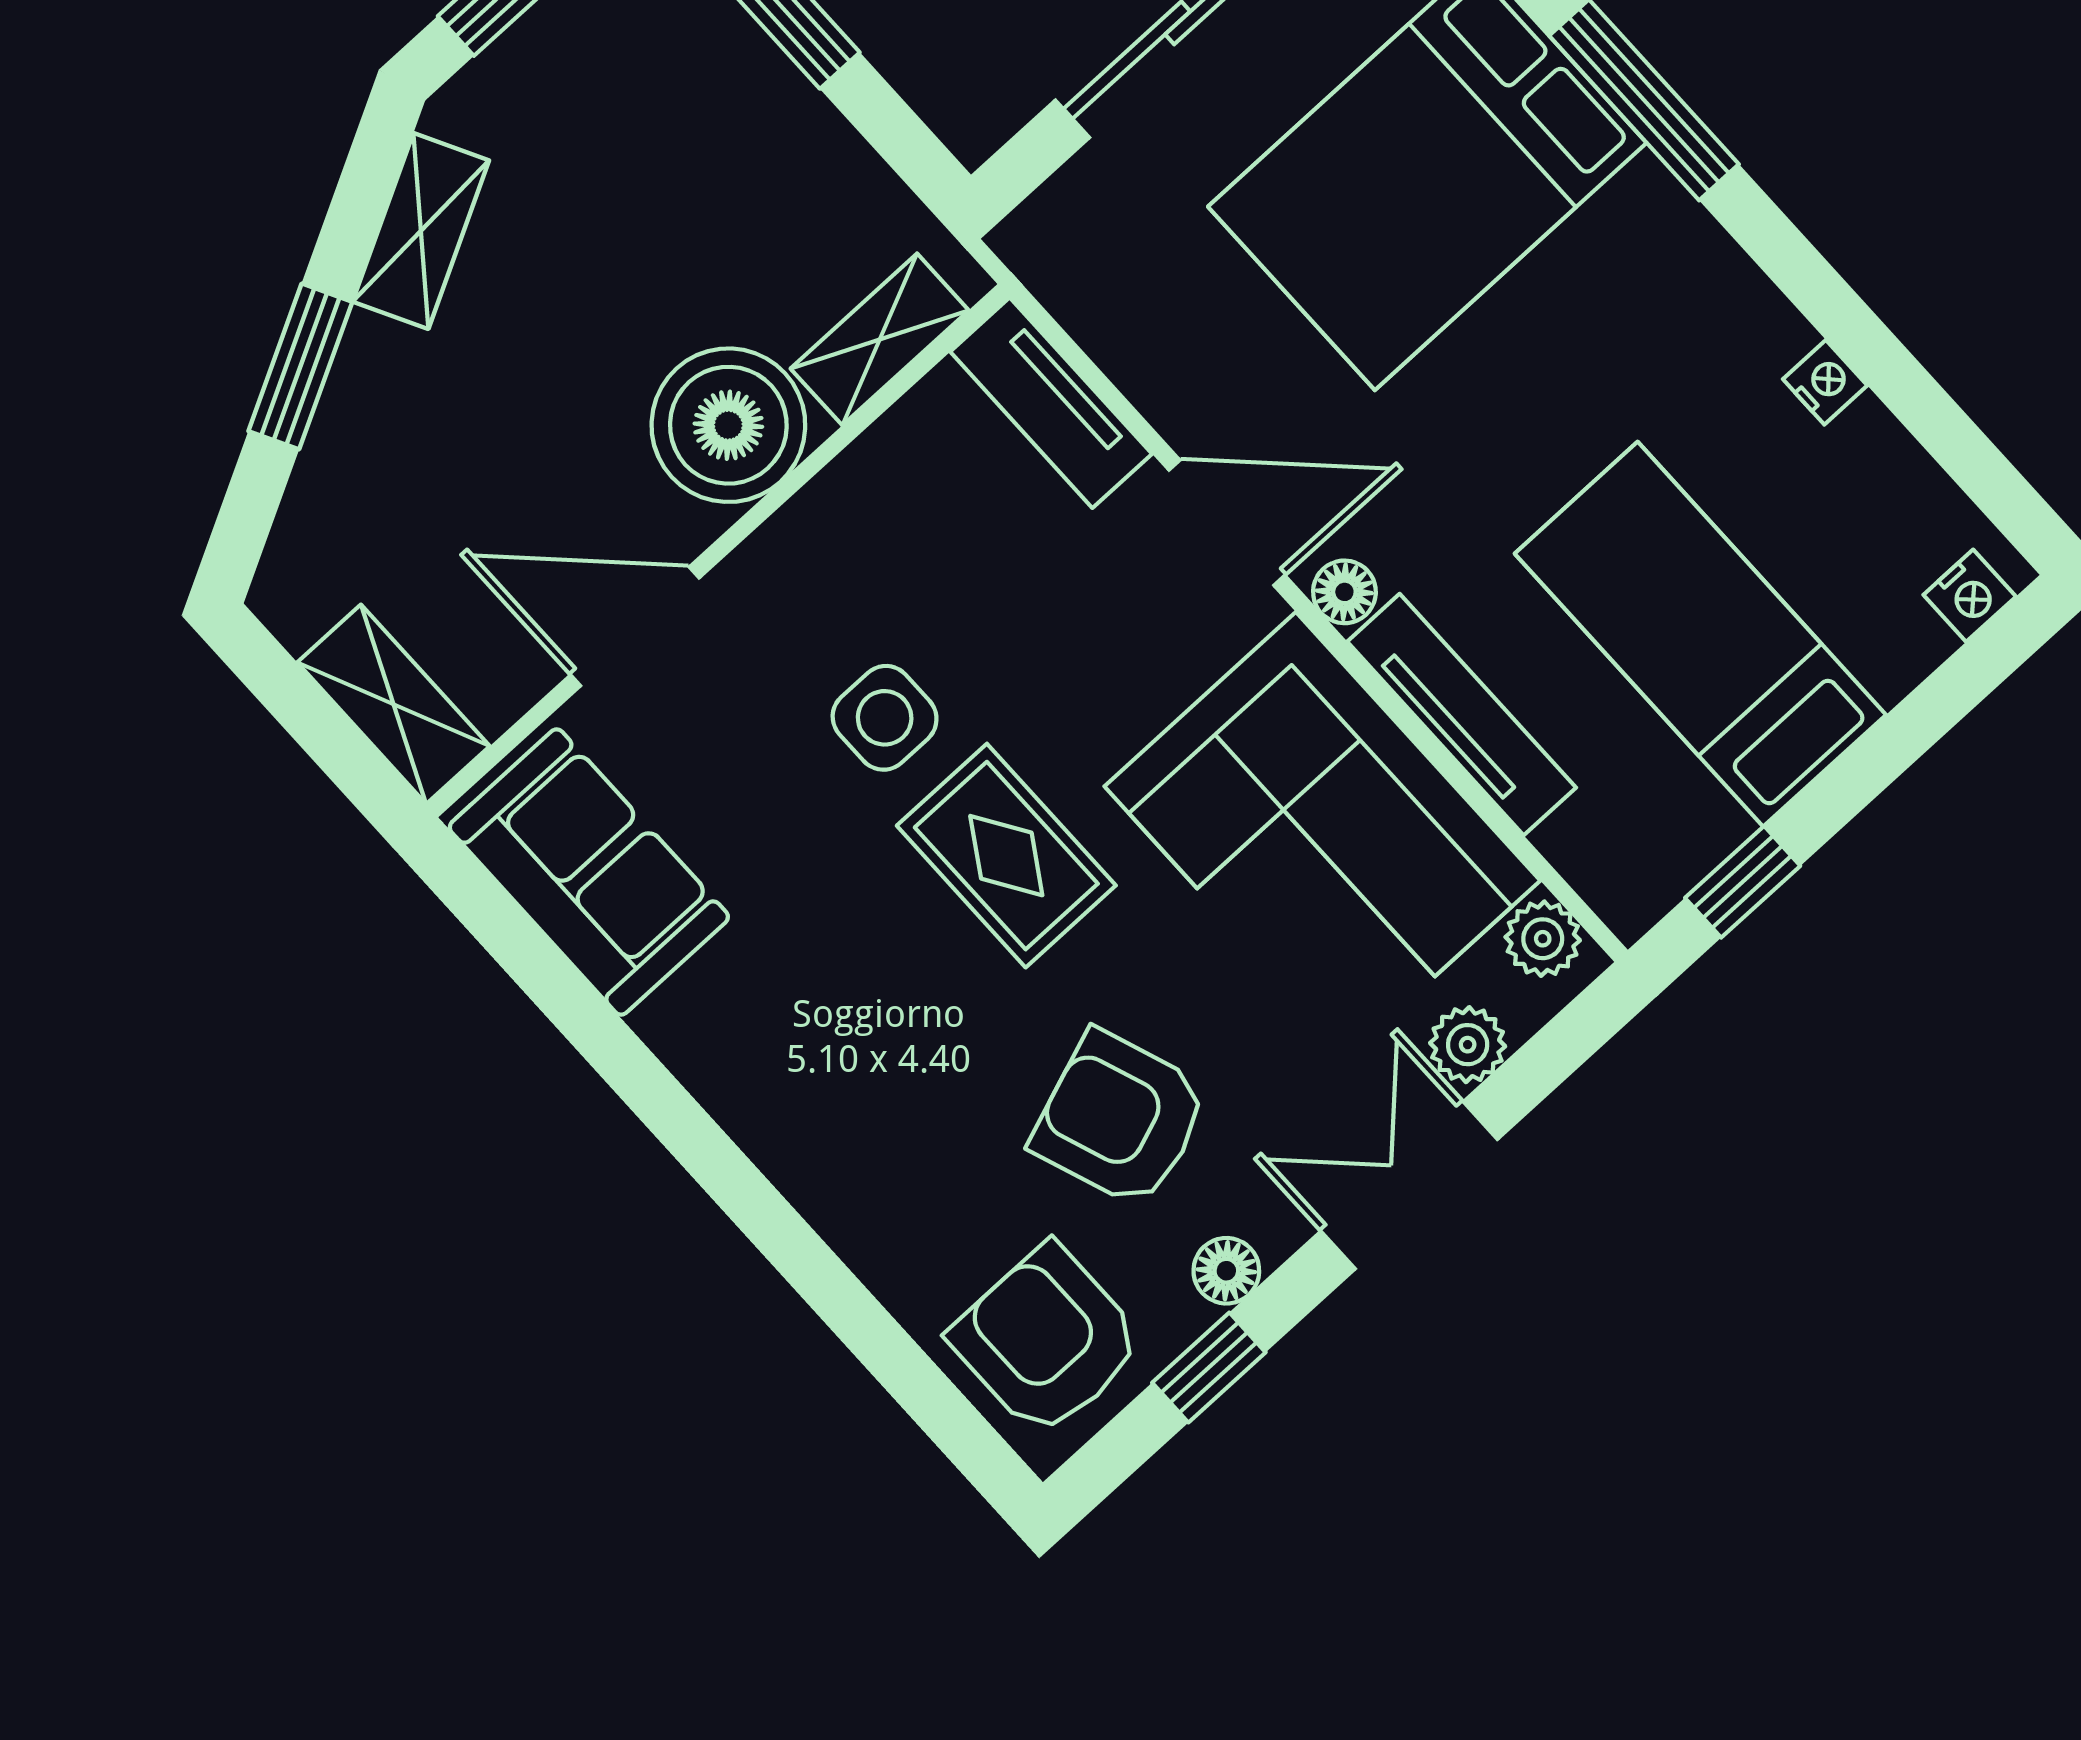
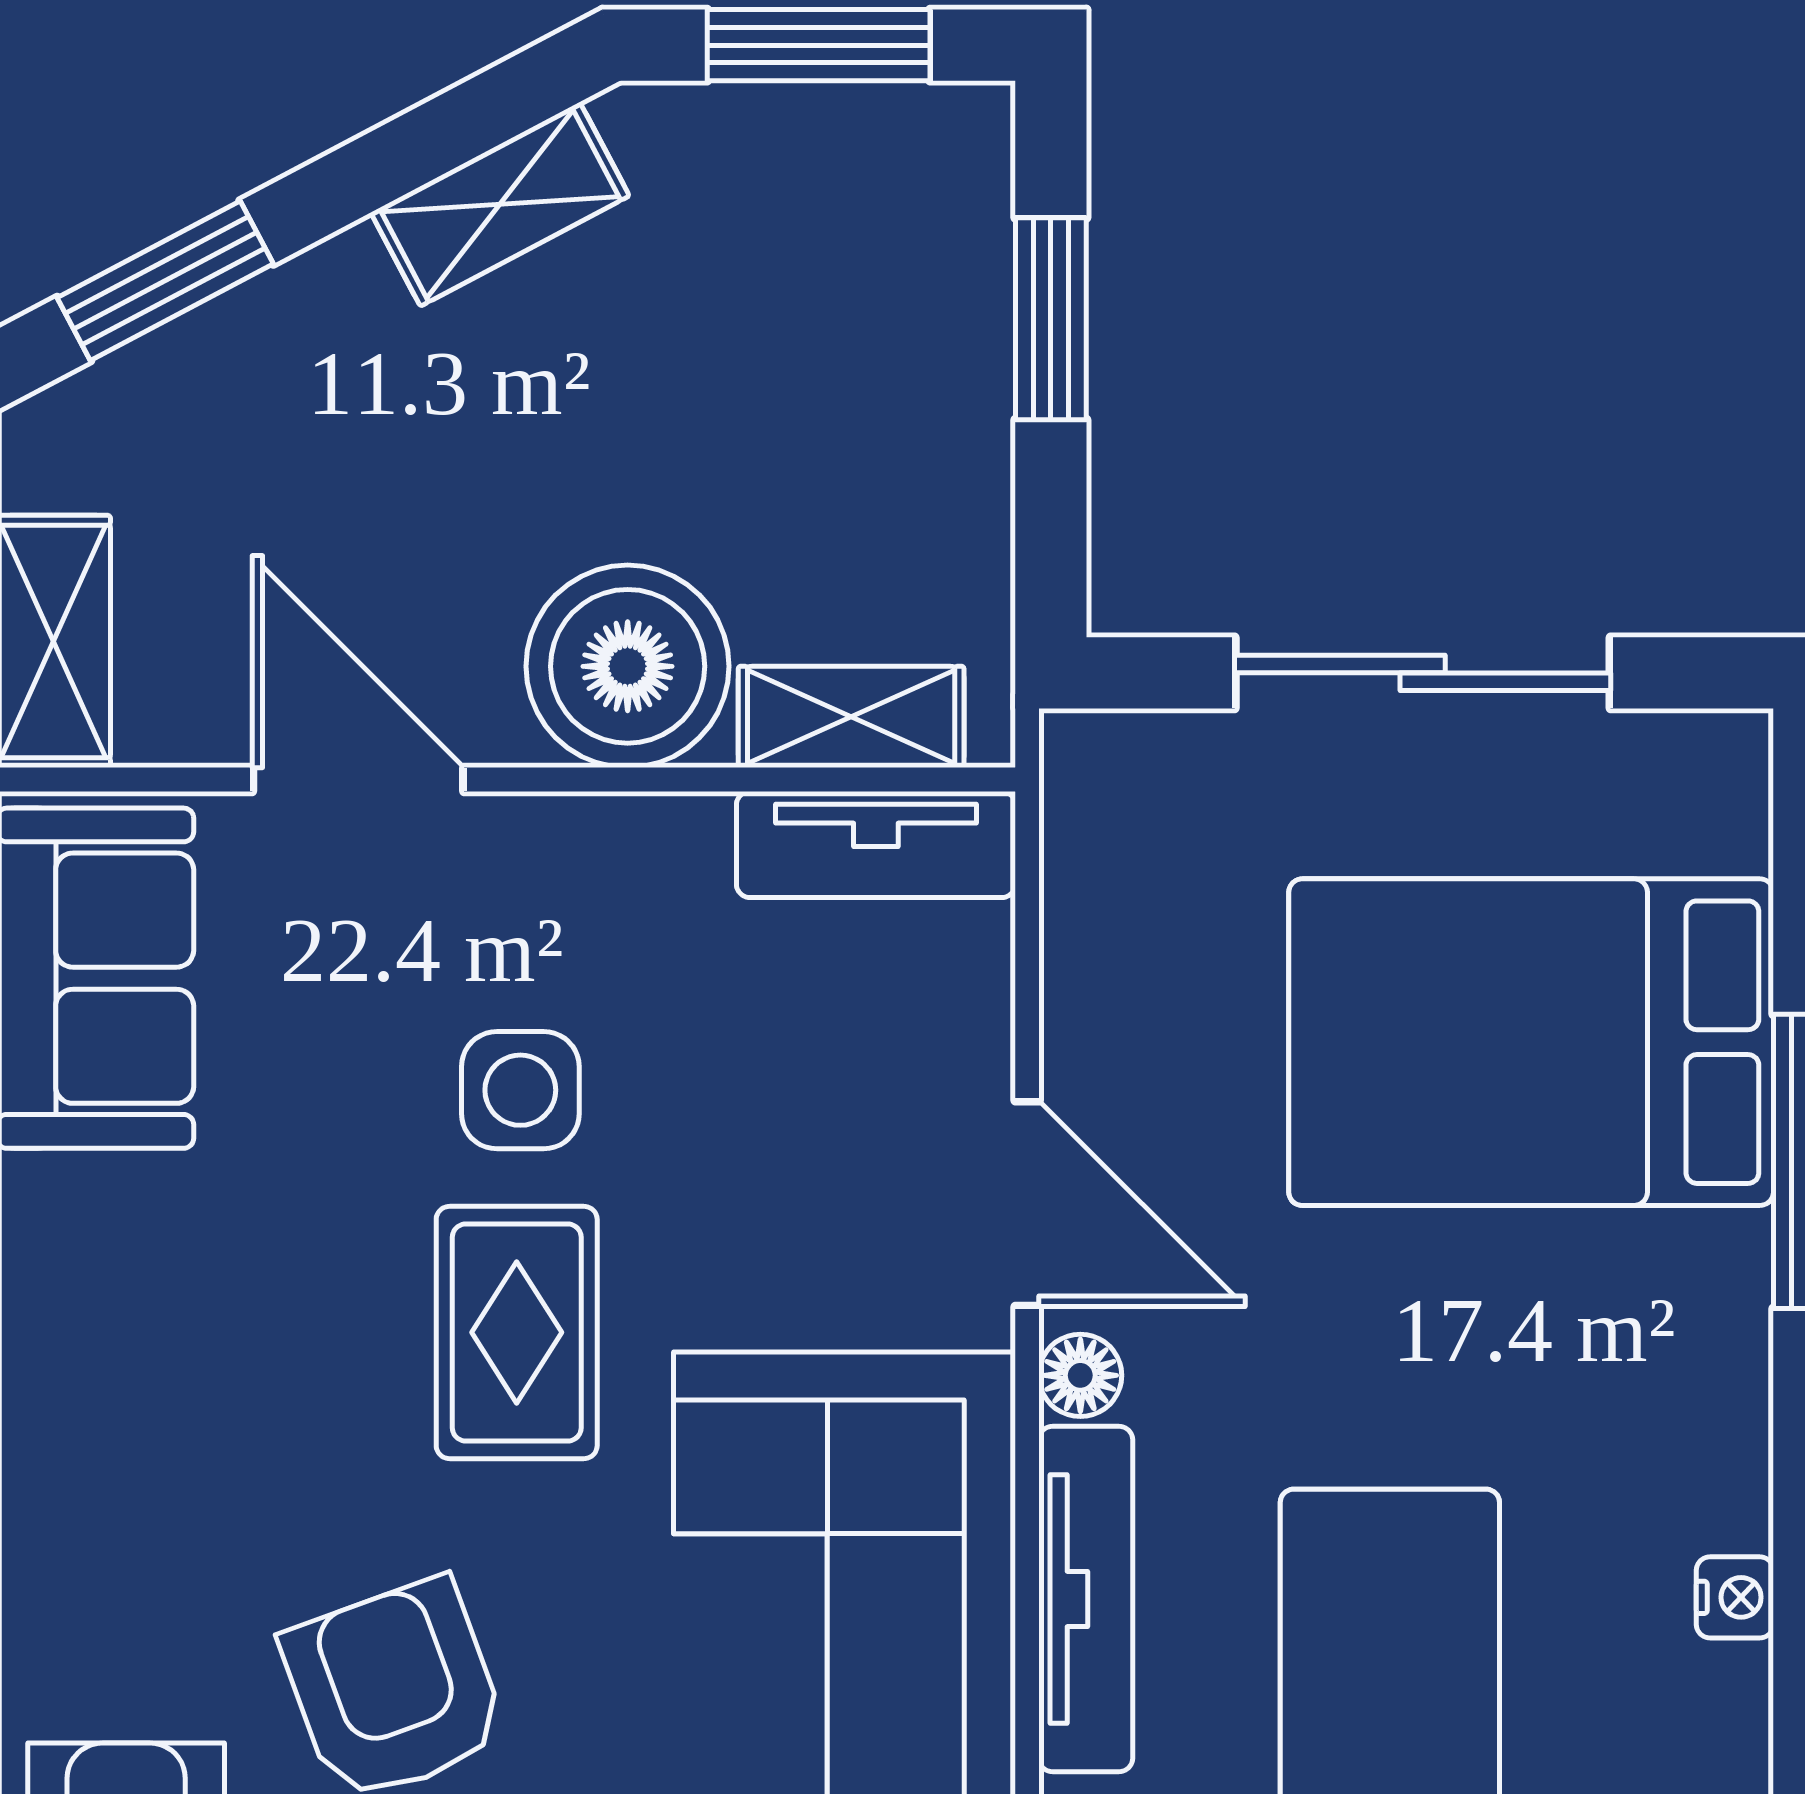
window: (300, 366) -> (165, 281), moved
tv unit: (1051, 403) -> (876, 845), moved, turned -90

